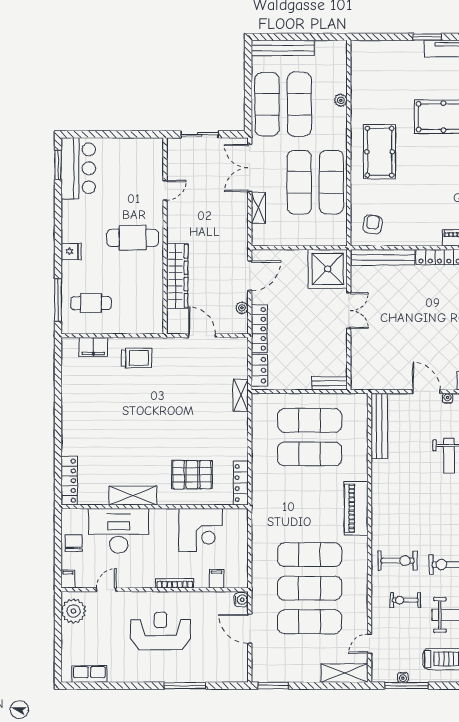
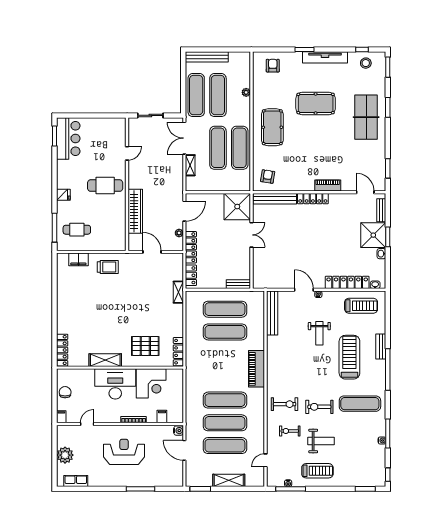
armchair: (380, 61) -> (273, 66), added
desk: (119, 531) -> (115, 384), moved
plant: (73, 611) -> (65, 455), moved
shelving: (345, 673) -> (229, 480), moved

